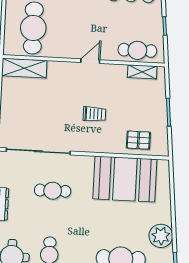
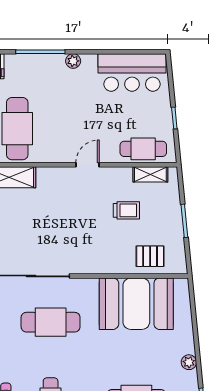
trolley: (94, 114) -> (126, 210), moved
cafe table: (53, 191) -> (51, 322), width x1.37, depth x1.35
plant: (161, 236) -> (189, 362), width x0.53, depth x0.53

